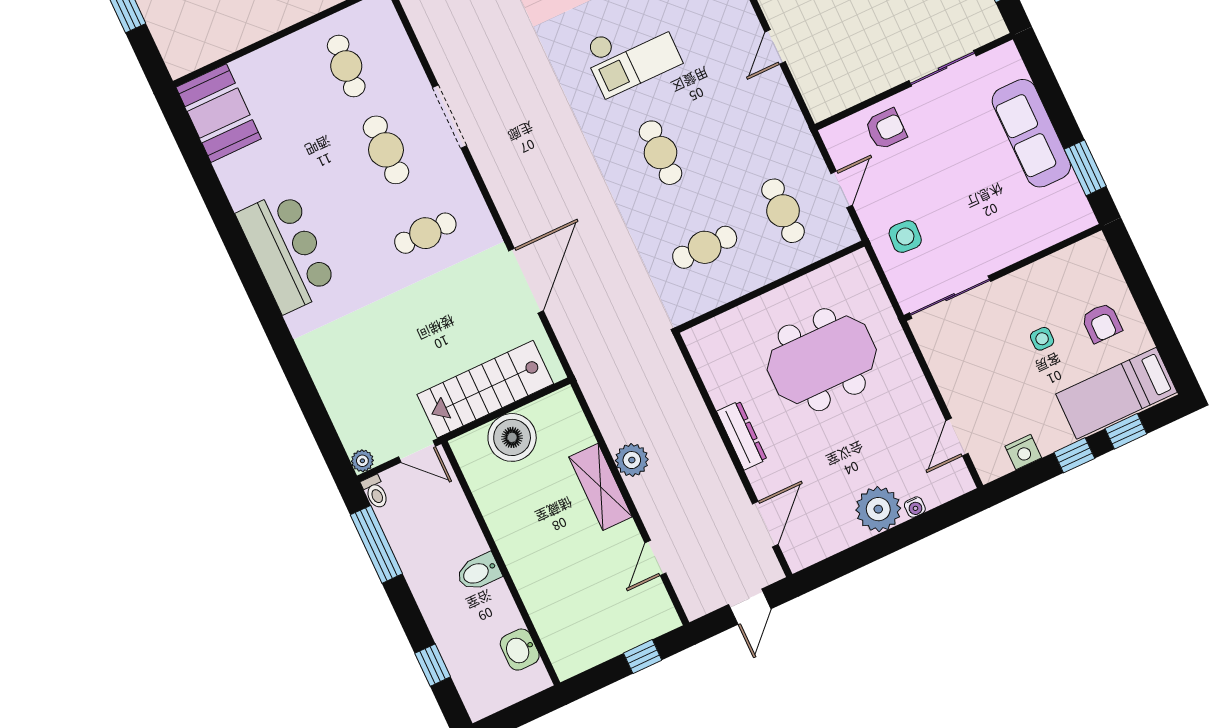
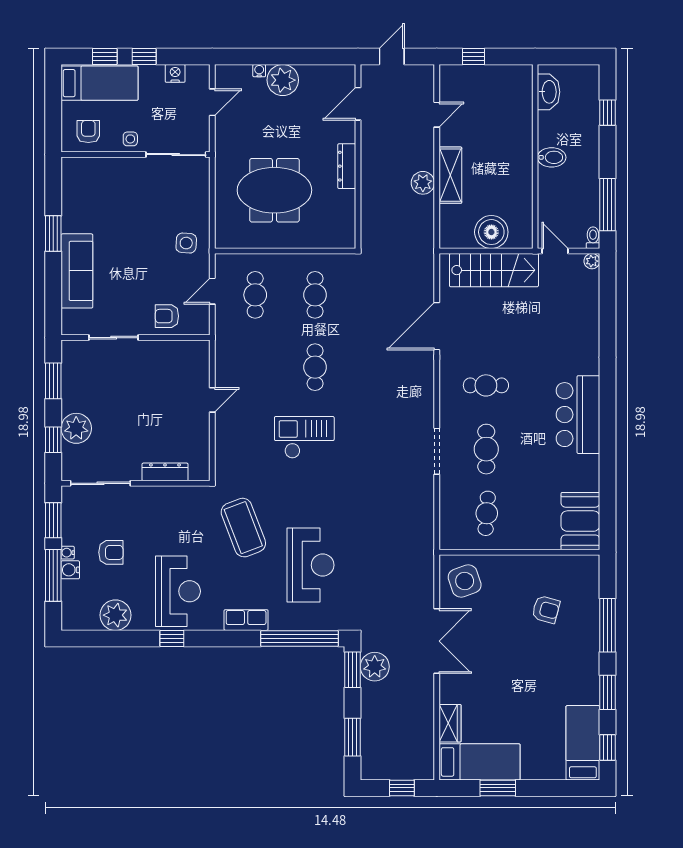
cafe table: (705, 247) -> (315, 295), turned 90
wall: (1003, 273) -> (136, 155), moved
sliding door: (950, 297) -> (176, 155), moved
washbasin: (520, 650) -> (549, 92), width x1.38

